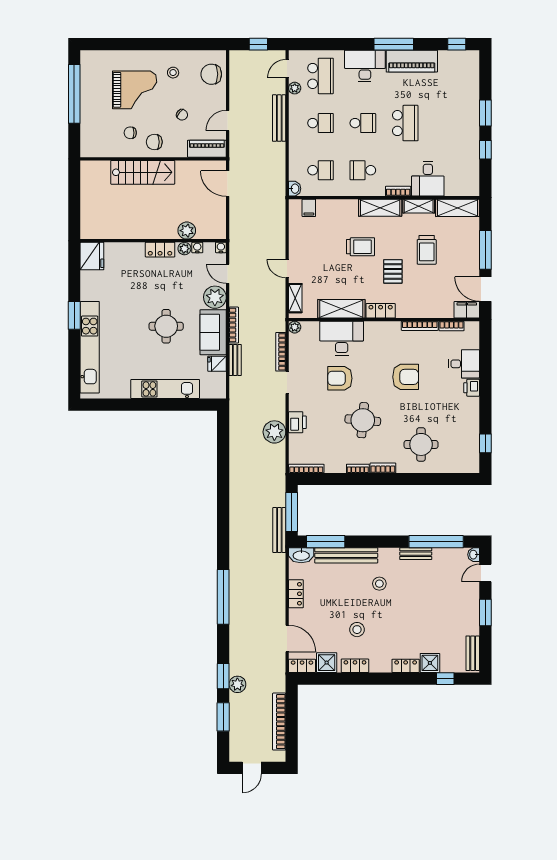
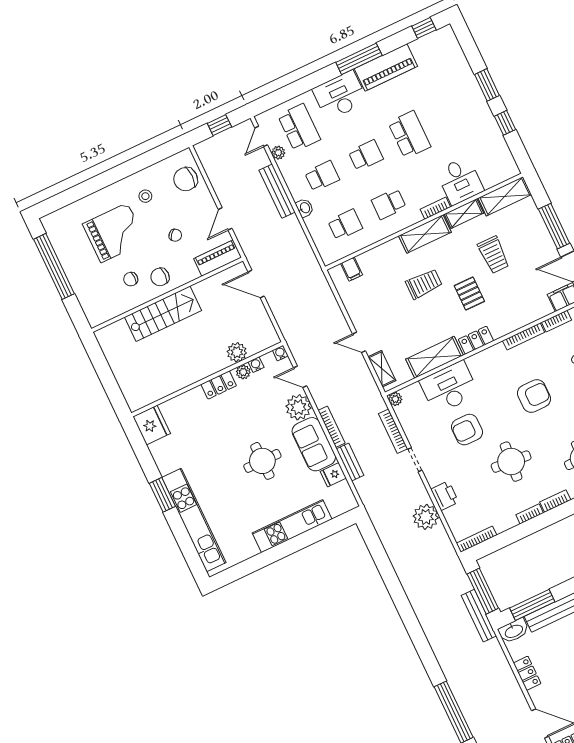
washbasin: (295, 189) -> (305, 208), moved

